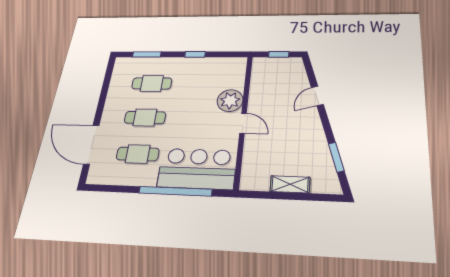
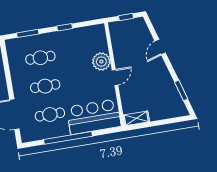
door: (243, 123) -> (115, 77), hinge flipped
shelving: (290, 184) -> (136, 118), moved
window: (175, 191) -> (68, 138), moved

